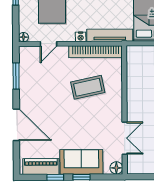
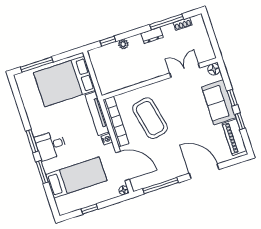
door: (48, 44) -> (123, 166), width x1.87
window: (16, 76) -> (161, 186), width x1.44
coffee table: (88, 87) -> (150, 118), width x1.36, depth x1.32
door: (16, 125) -> (204, 171), hinge flipped

